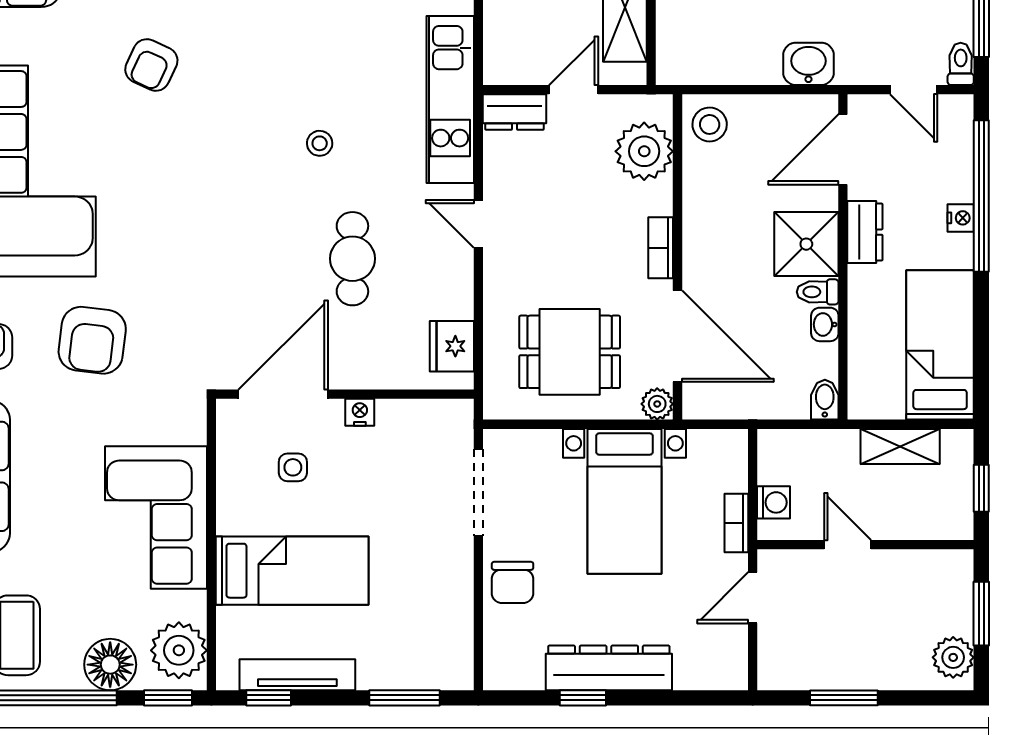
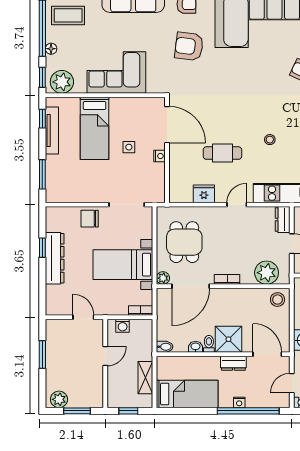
fridge: (452, 346) -> (204, 194), moved
side table: (293, 467) -> (129, 147), moved
bookcase: (736, 523) -> (141, 310), moved
floor lamp: (110, 665) -> (51, 49), width x0.53, depth x0.53

